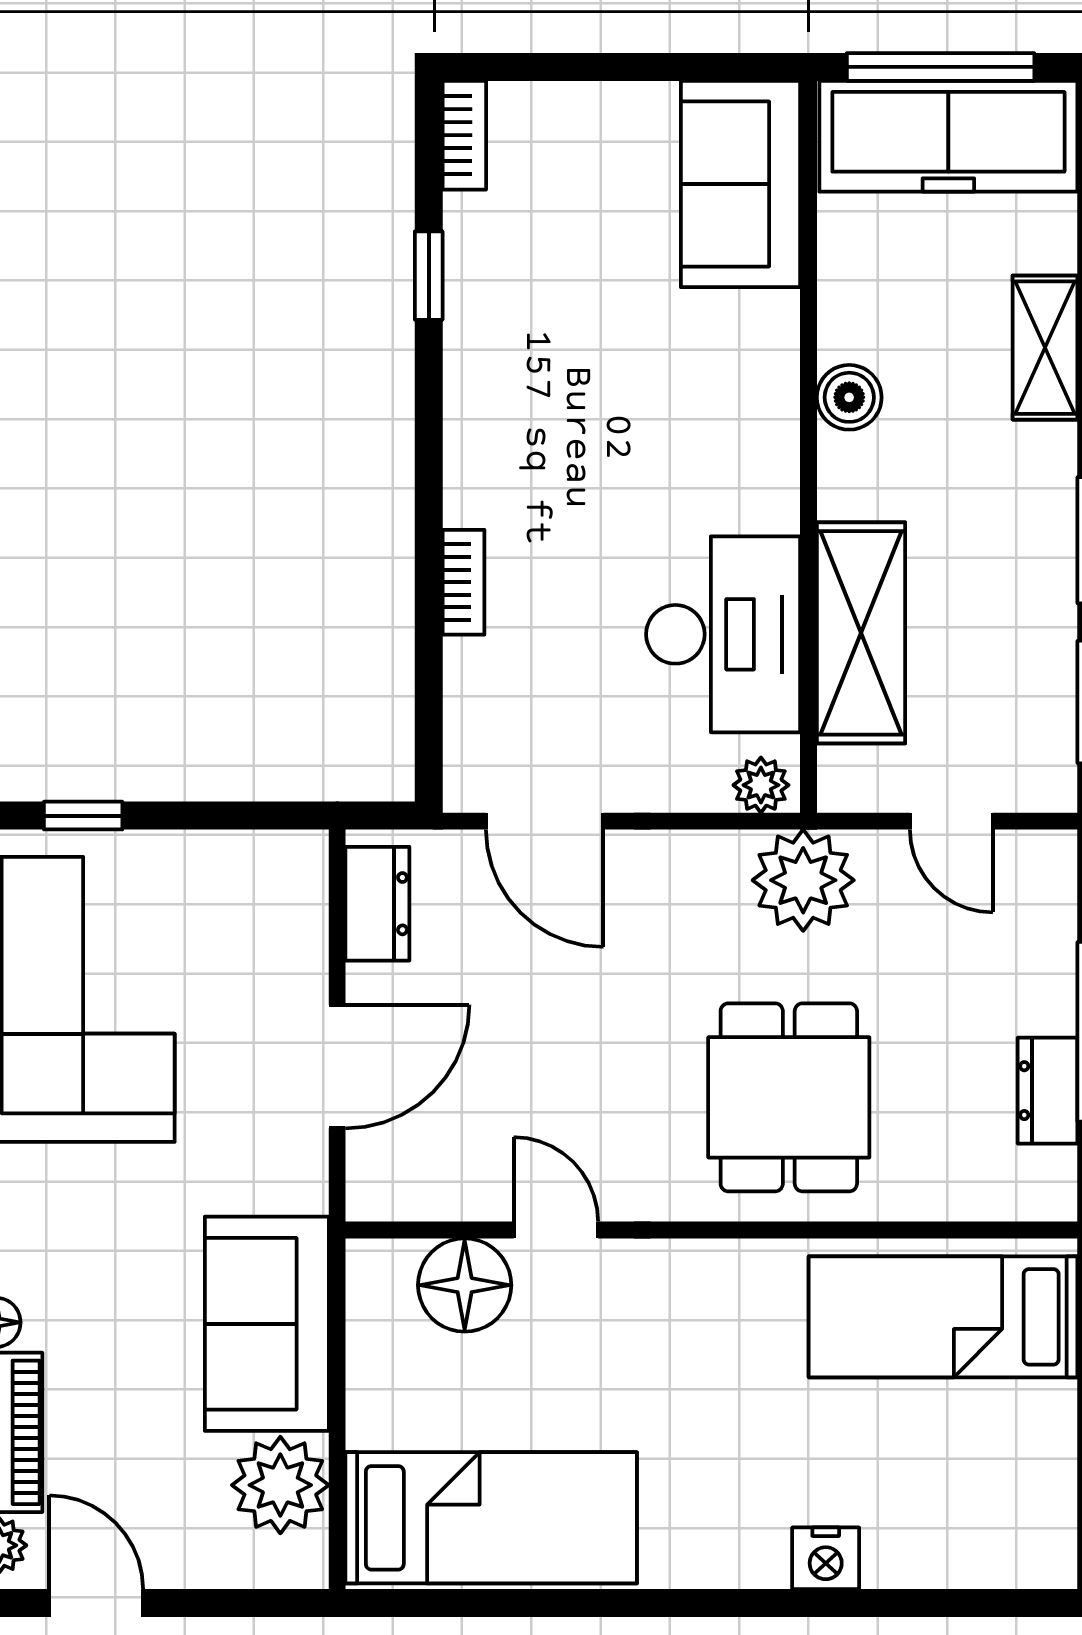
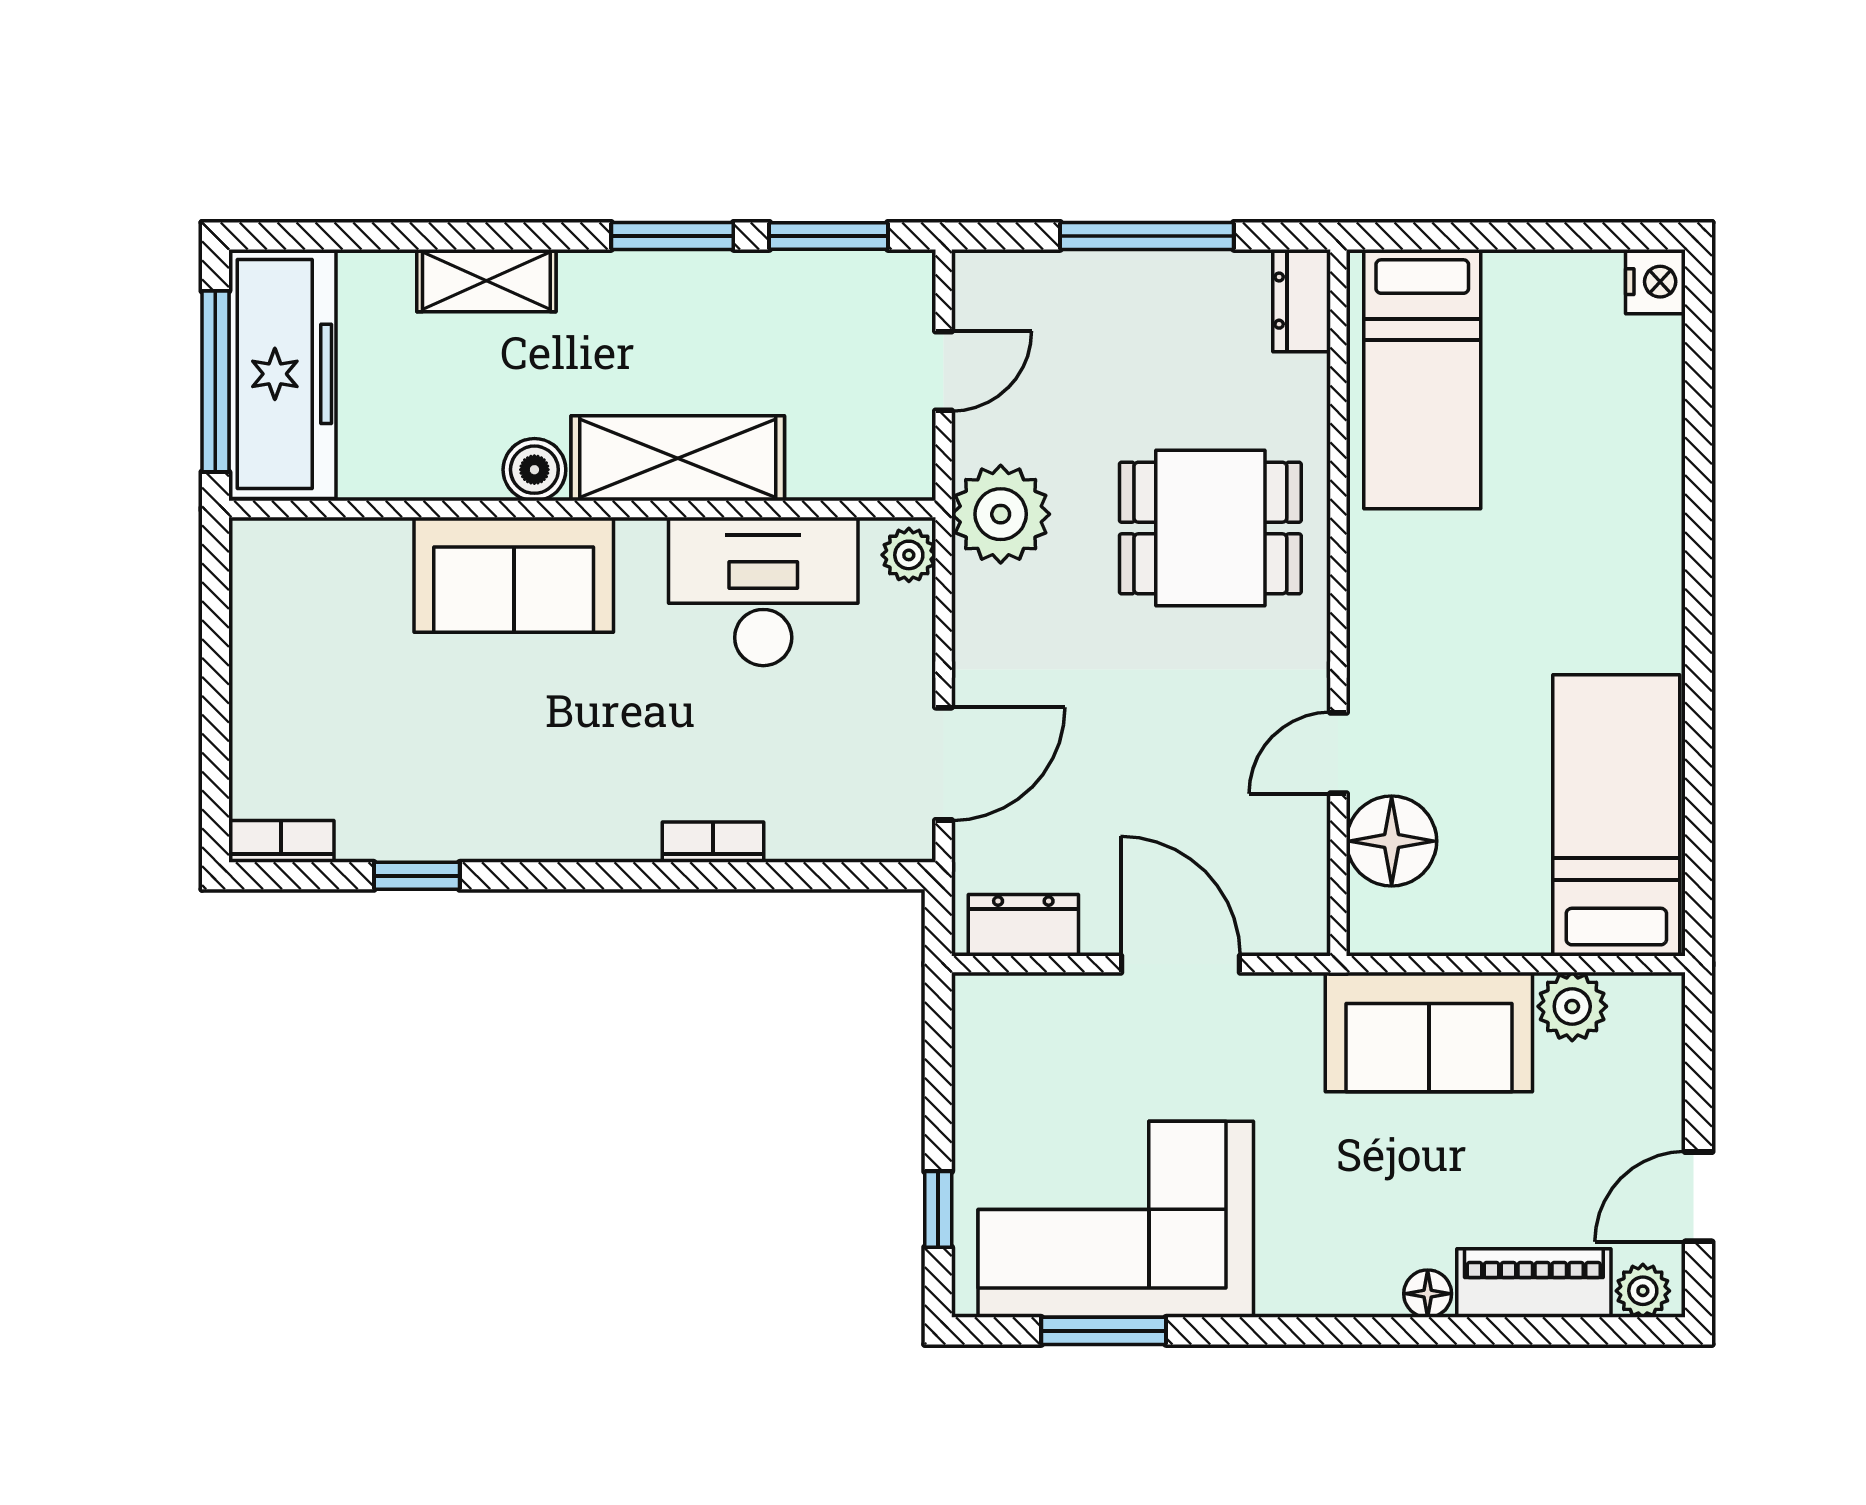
sofa: (740, 184) -> (514, 575), moved
shelving: (861, 633) -> (678, 458), moved
dresser: (1048, 1091) -> (1302, 301), moved, turned 90
plant: (280, 1485) -> (1572, 1006), width x0.73, depth x0.73
nightstand: (826, 1558) -> (1655, 282), moved

